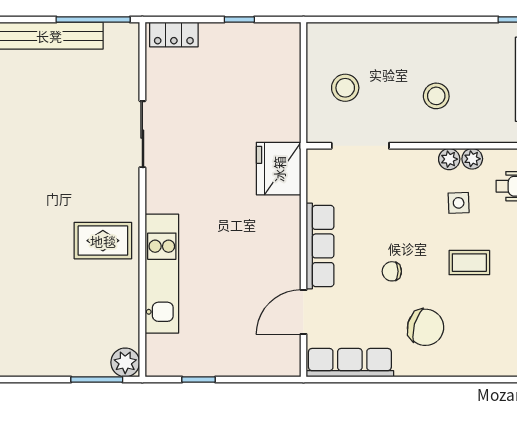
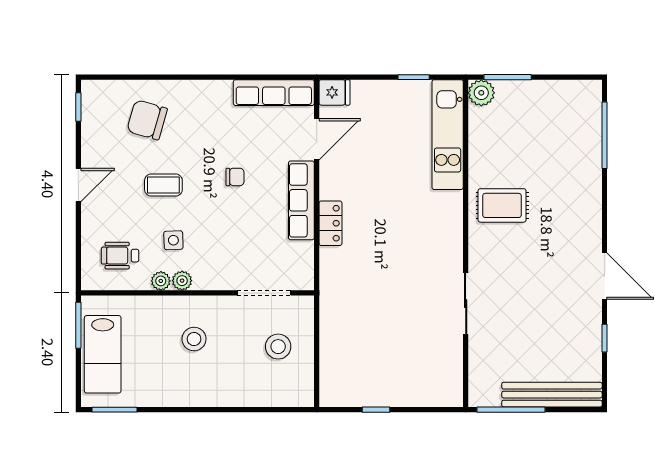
locker: (174, 35) -> (330, 223), moved, turned 90
fridge: (279, 169) -> (334, 92), moved, width x0.53, depth x0.75
kitchen unit: (162, 274) -> (448, 135), moved
chair: (426, 327) -> (147, 120), moved

